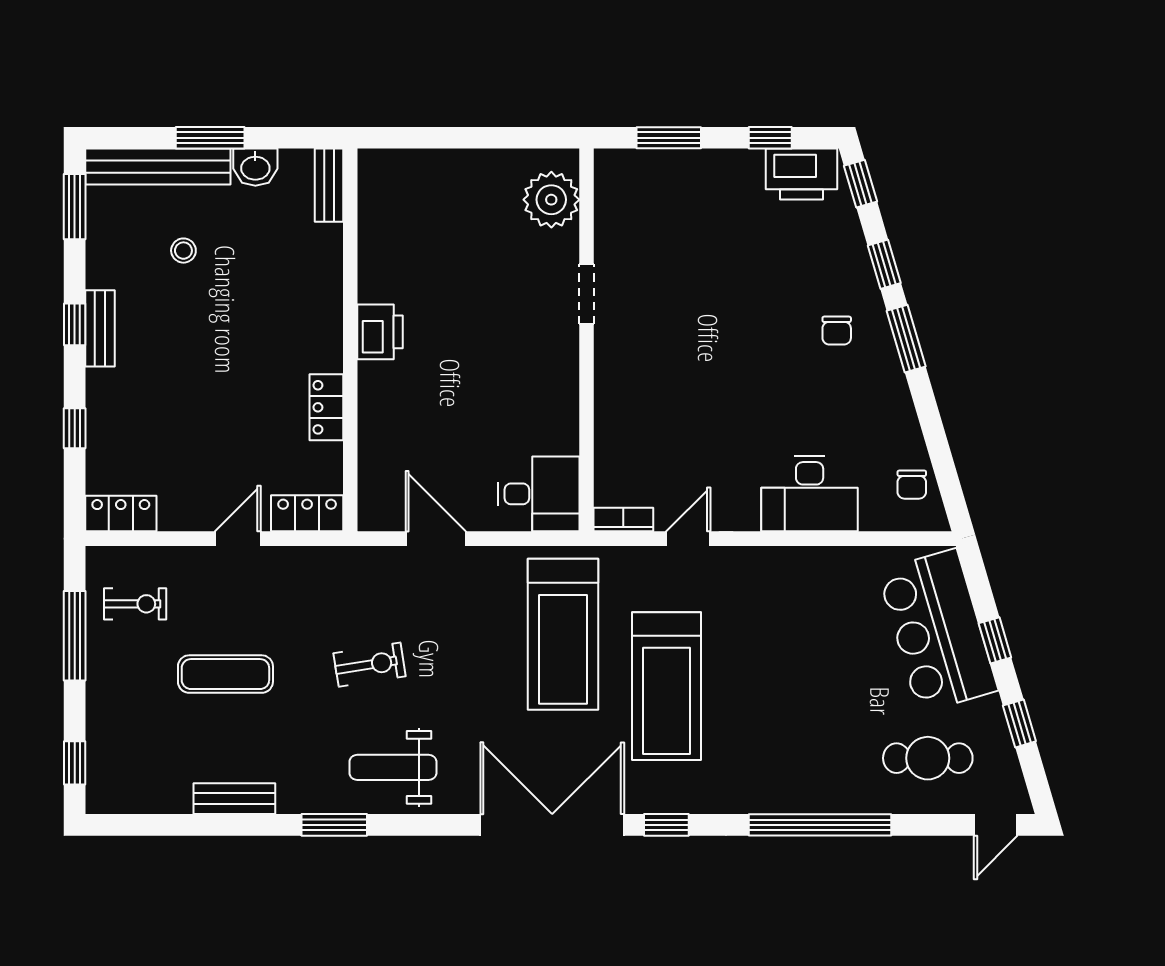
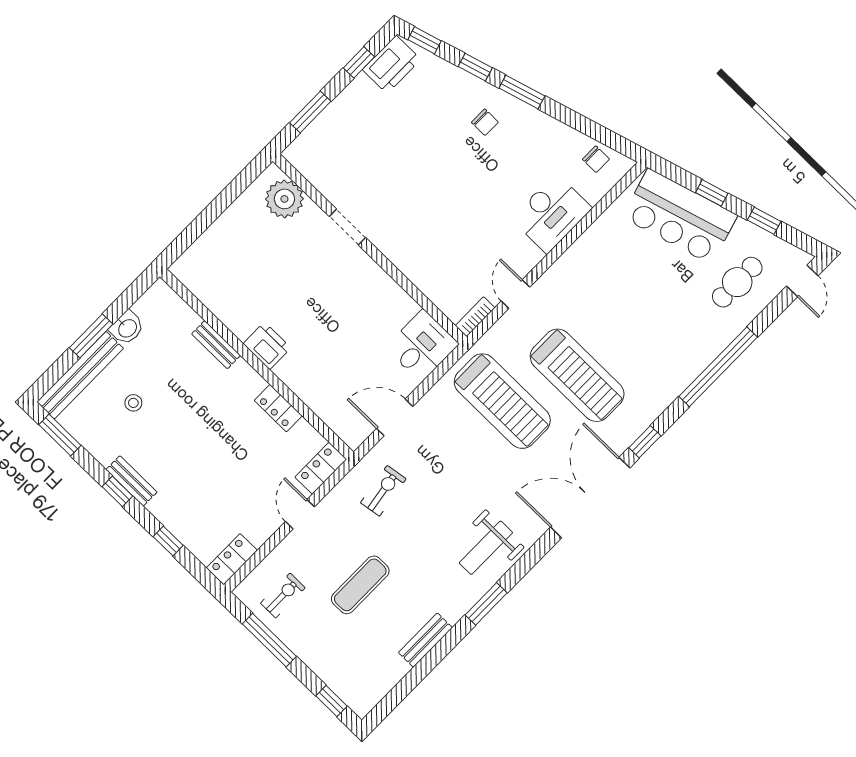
bench: (329, 185) -> (216, 345), moved
exercise bike: (370, 665) -> (383, 491), moved

